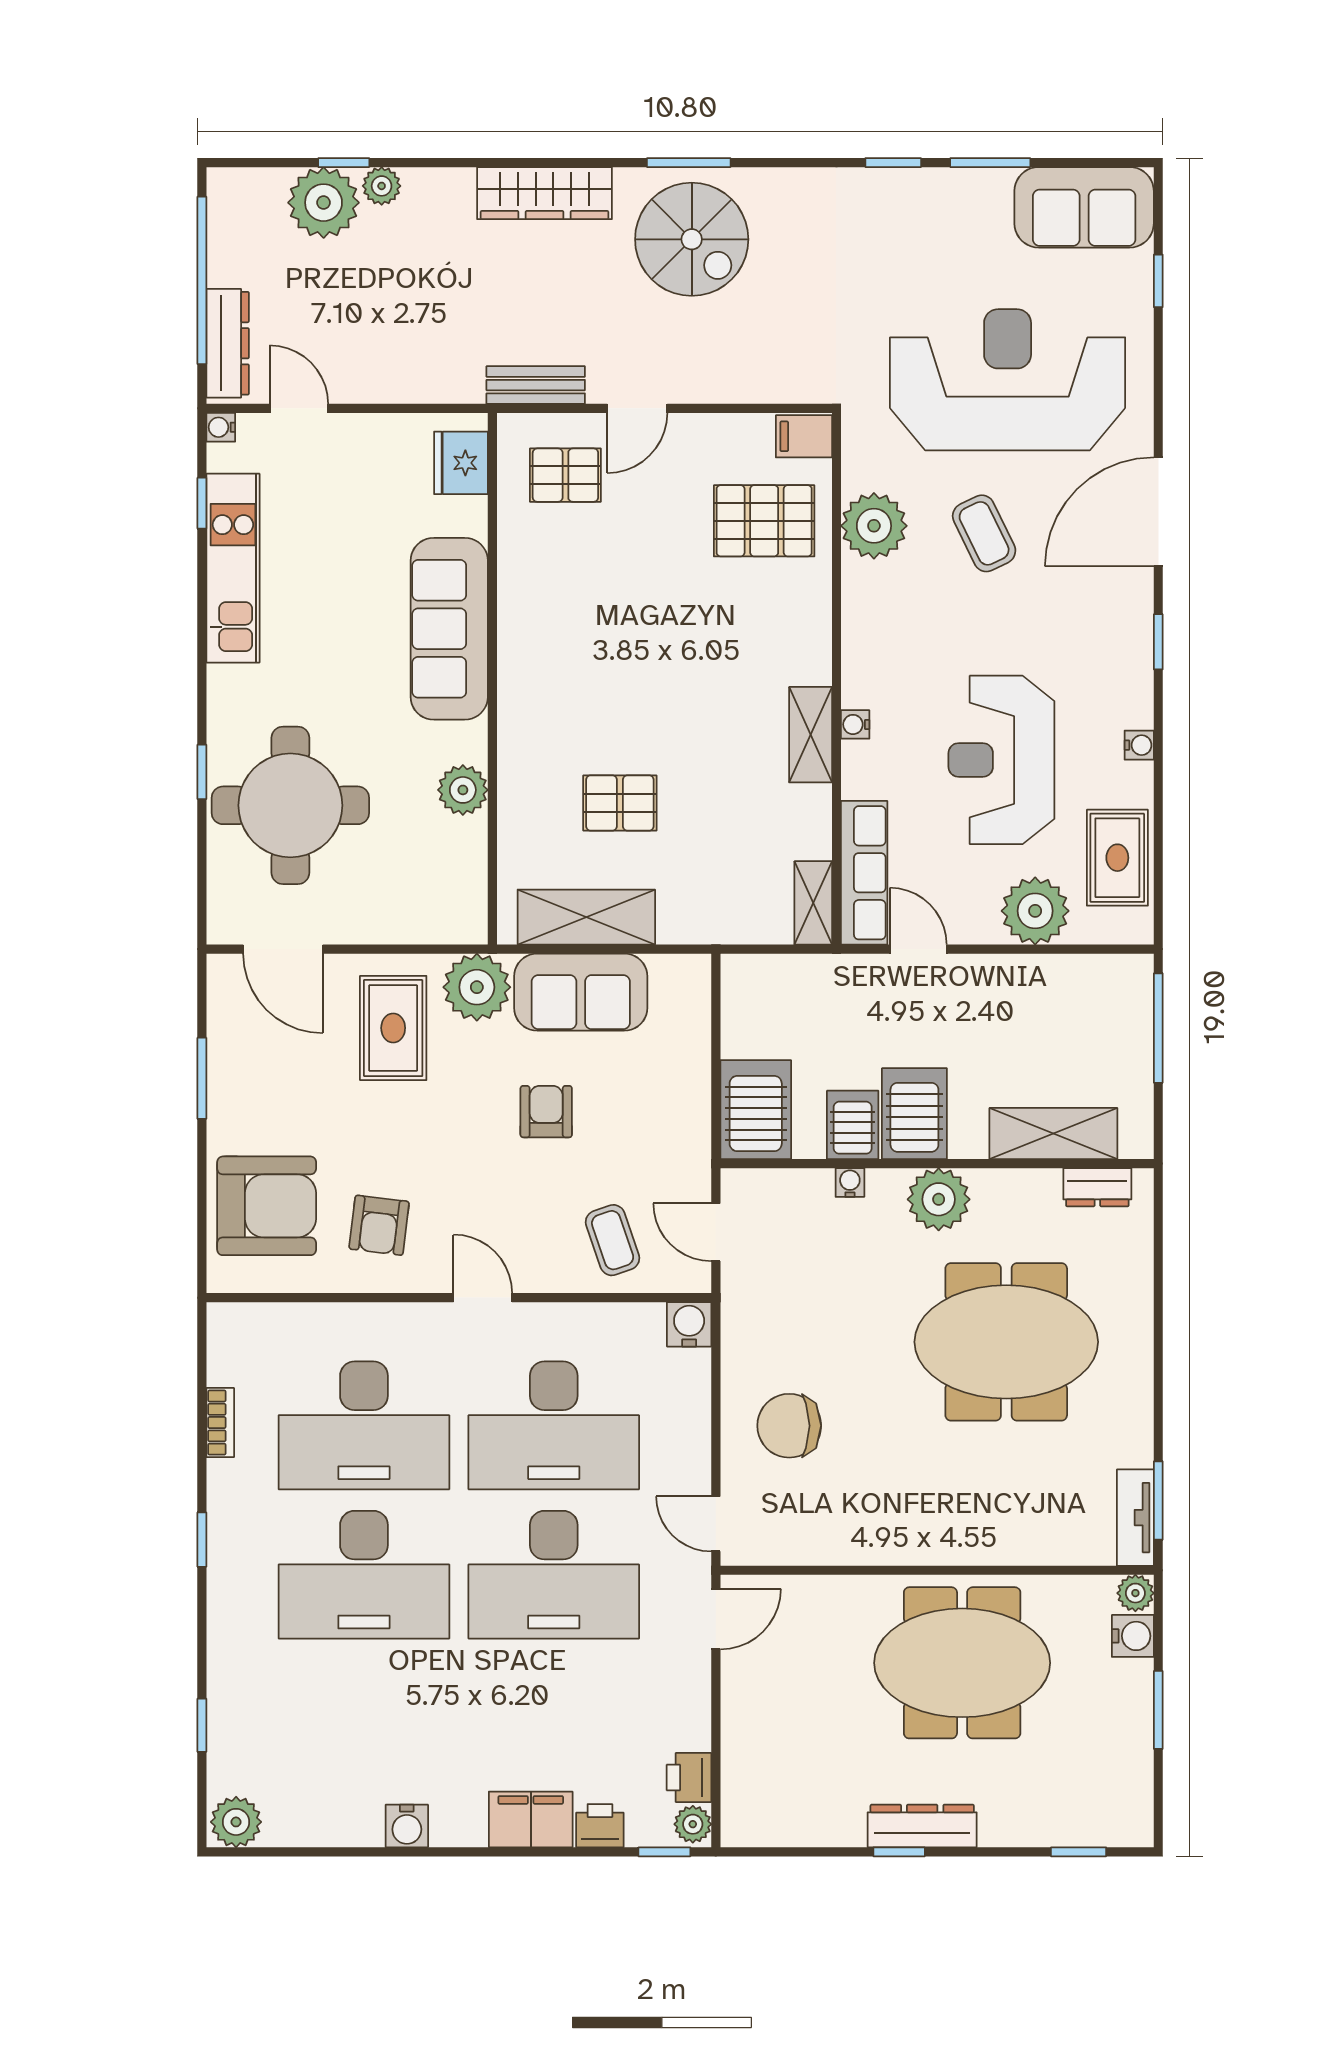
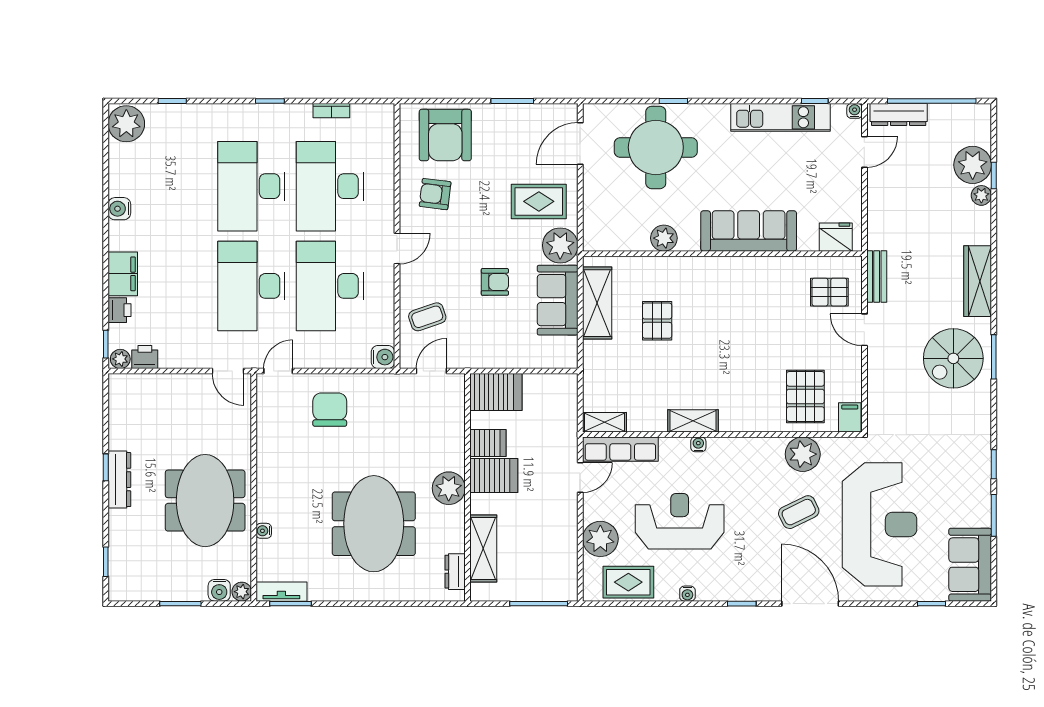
pallet: (565, 475) -> (829, 292), turned 90
water cooler: (850, 1182) -> (264, 531), moved, turned 180
plant: (236, 1822) -> (126, 124), width x1.36, depth x1.36

